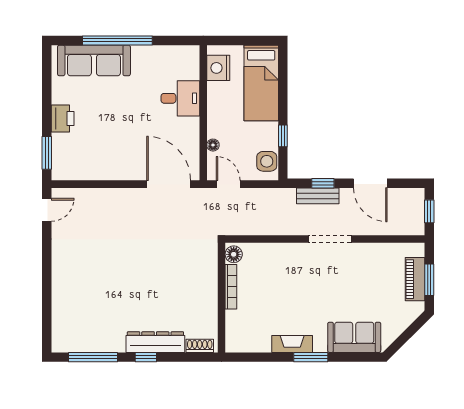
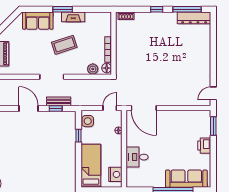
door: (228, 184) -> (110, 108), swing flipped
plant: (258, 253) -> (93, 69), added
coffee table: (308, 295) -> (64, 45), added
dresser: (155, 342) -> (194, 18), moved

